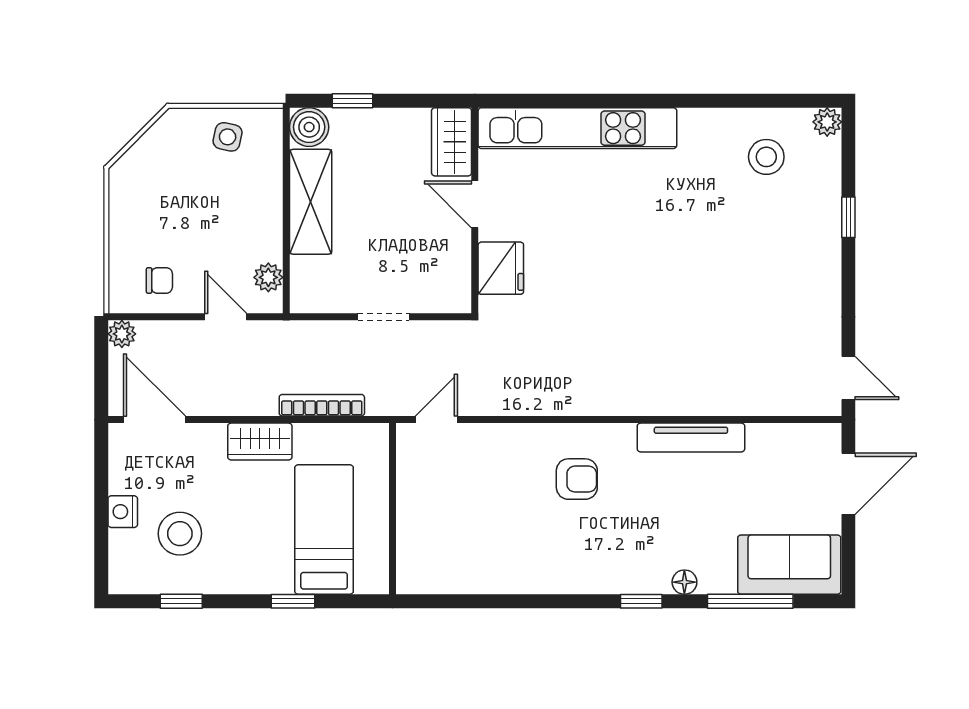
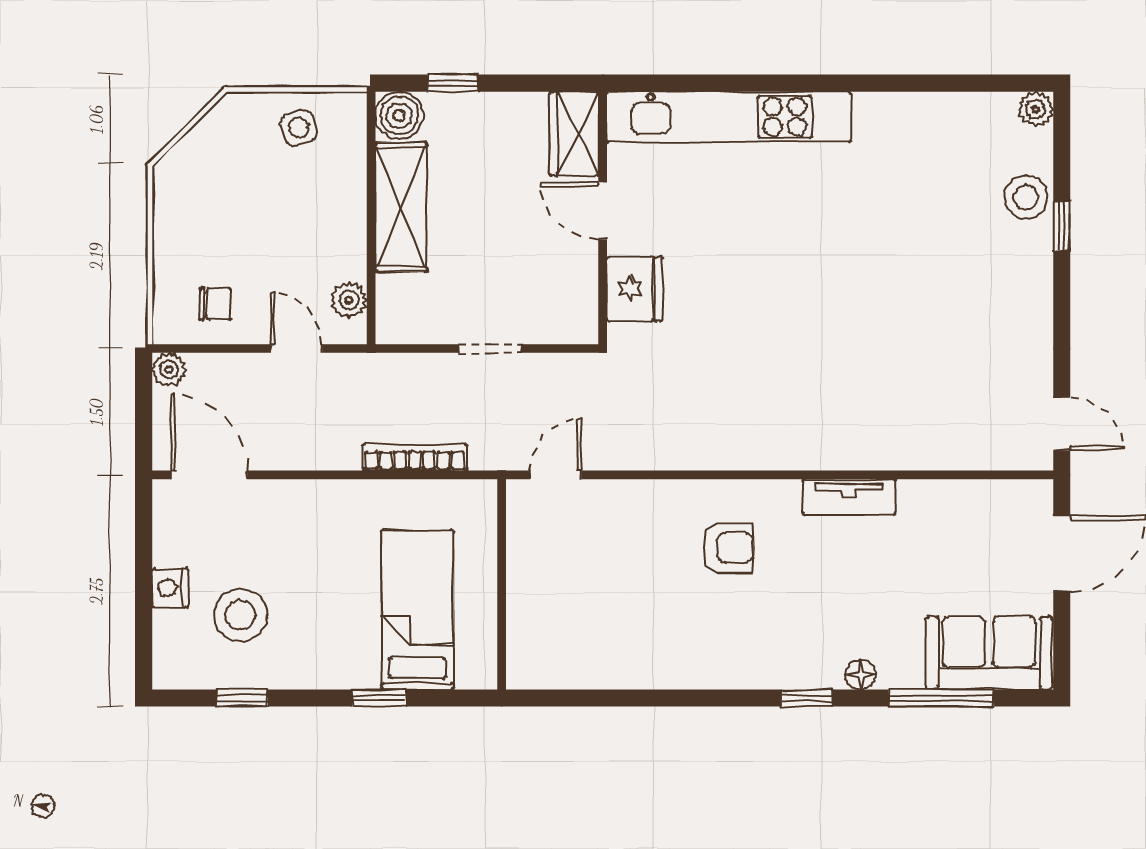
side table: (228, 137) -> (299, 128), turned -32
stool: (766, 157) -> (1026, 197), moved
tv unit: (691, 437) -> (849, 497), width x0.71
wardrobe: (260, 442) -> (339, 502), removed

